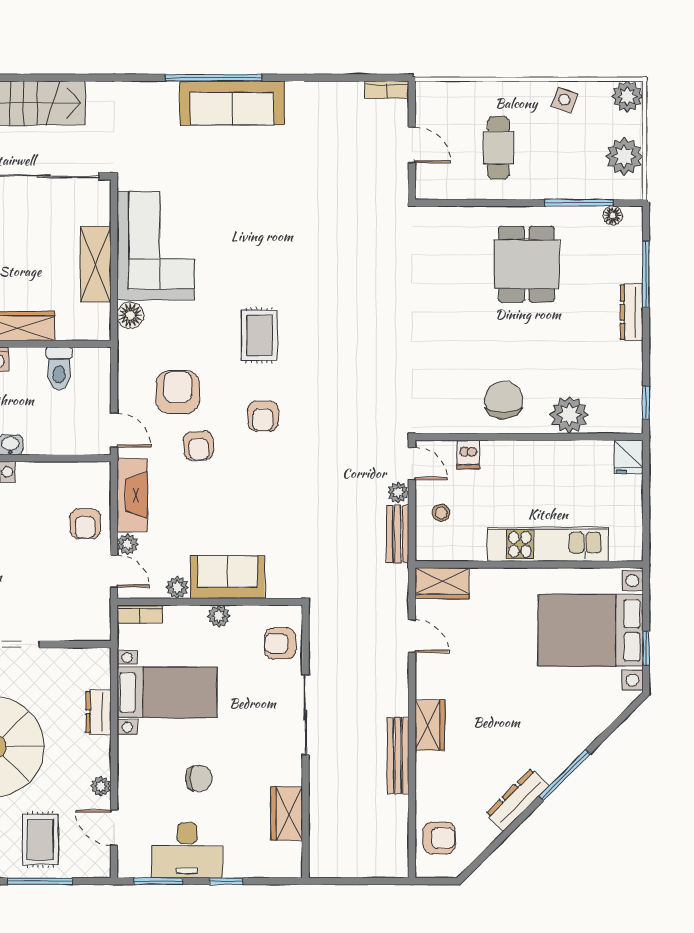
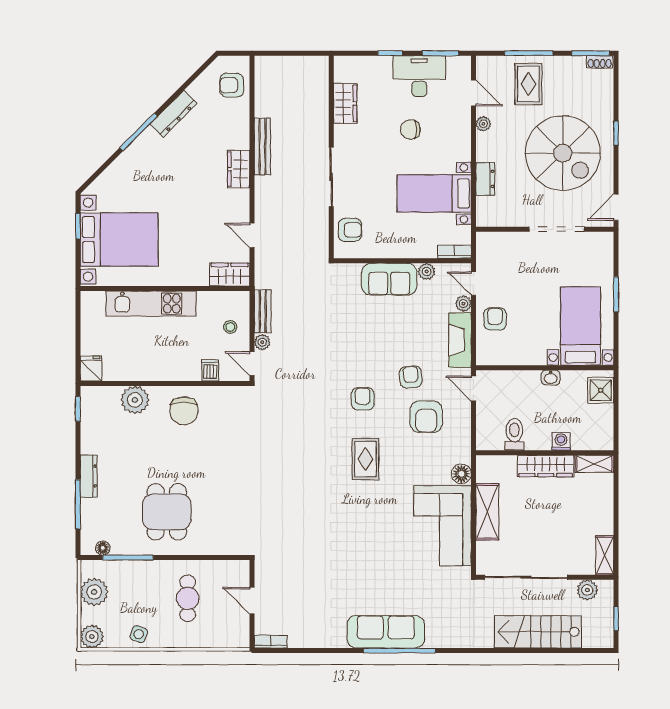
plant: (219, 616) -> (396, 250), removed

